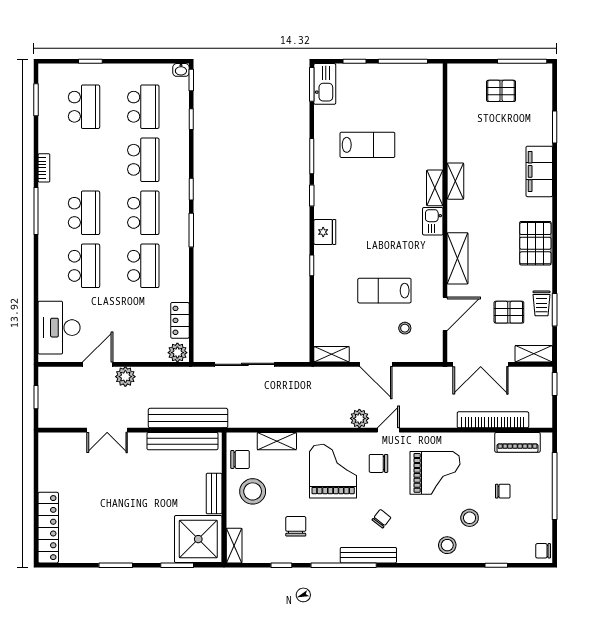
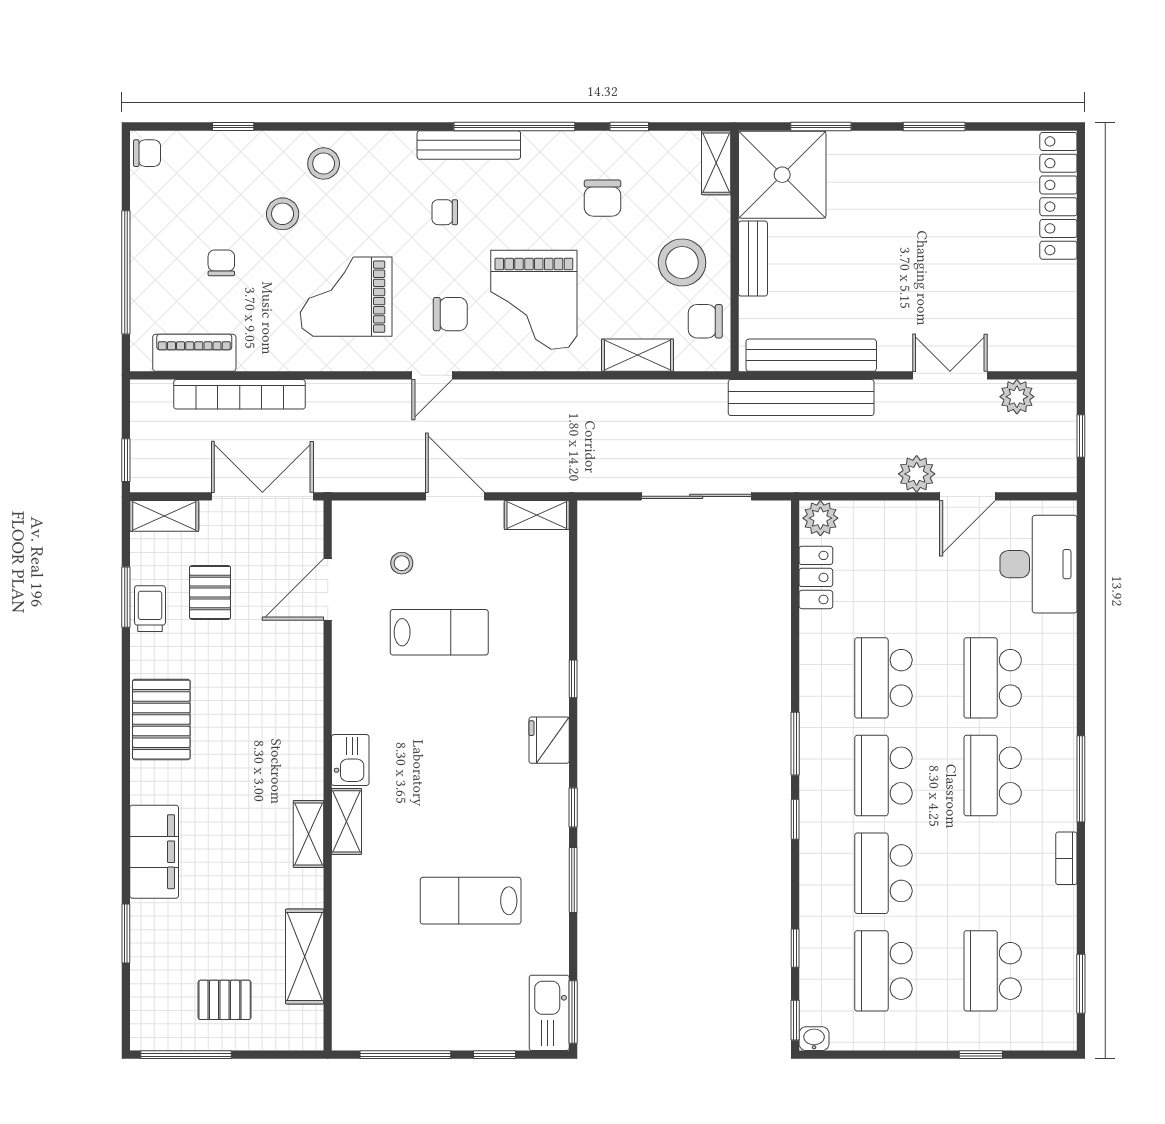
shelving: (458, 258) -> (305, 957), moved
pallet: (509, 312) -> (210, 592), turned 90
plant: (359, 418) -> (1017, 397), moved
chair: (503, 491) -> (221, 263), turned 90
chair: (381, 519) -> (445, 212), turned 52

